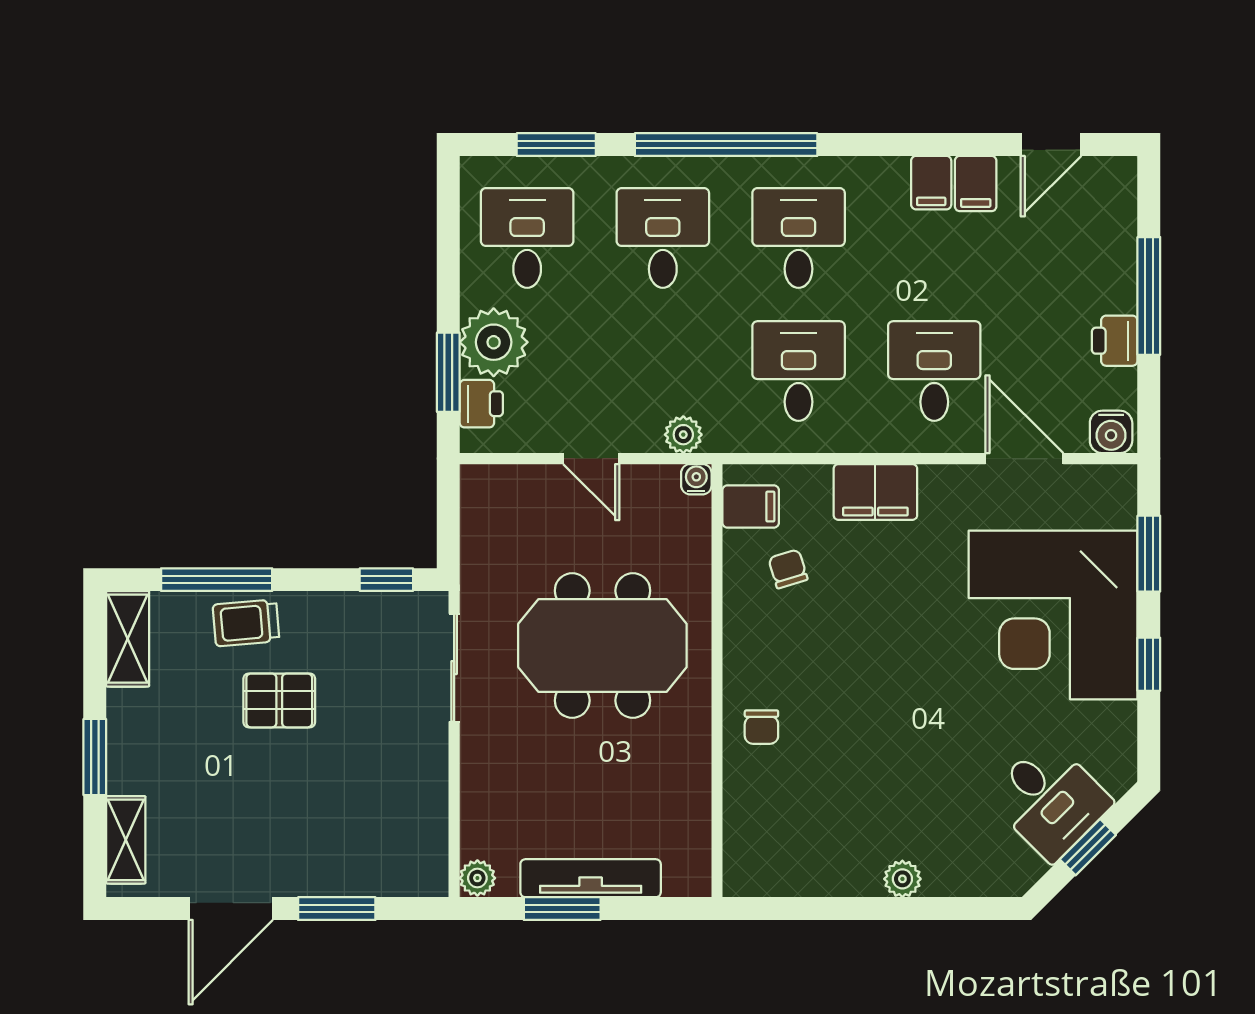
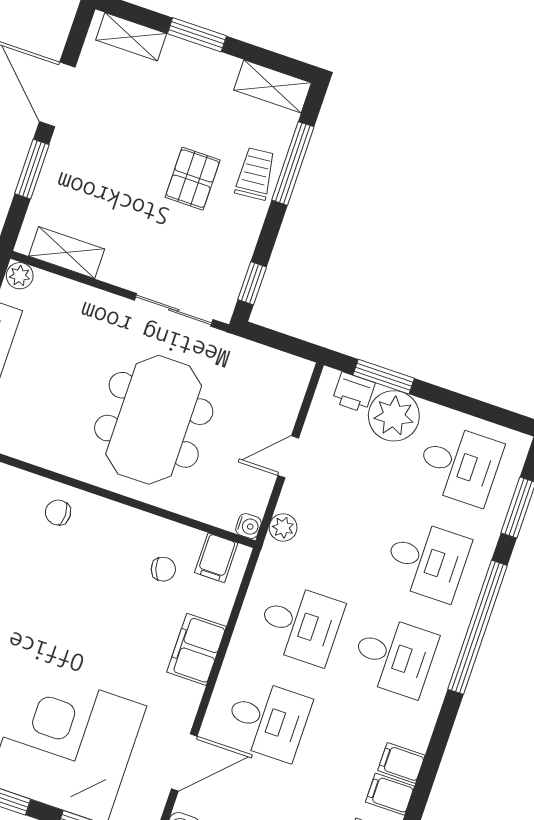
shelving: (428, 828) -> (67, 253), added

